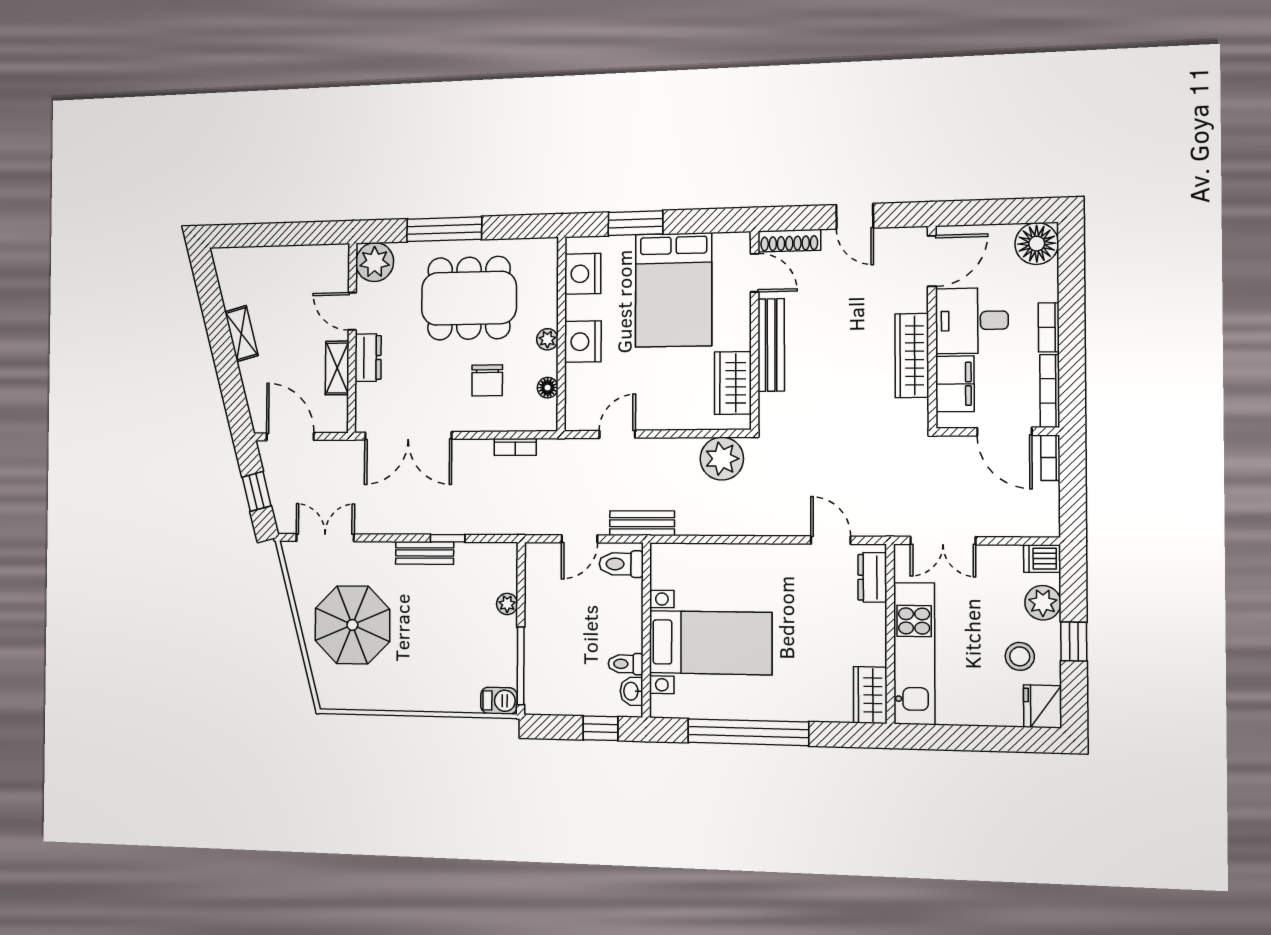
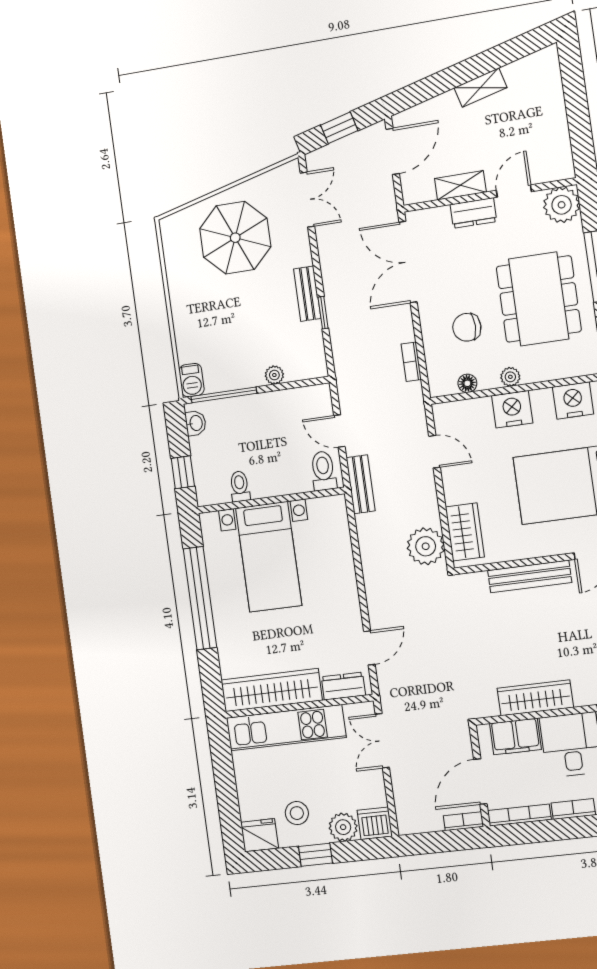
wardrobe: (733, 383) -> (465, 532), moved, turned 90
dishwasher: (1042, 559) -> (375, 823), width x1.38
washbasin: (632, 691) -> (196, 423), moved, turned 90
wardrobe: (870, 695) -> (272, 690), width x2.10, depth x1.17

